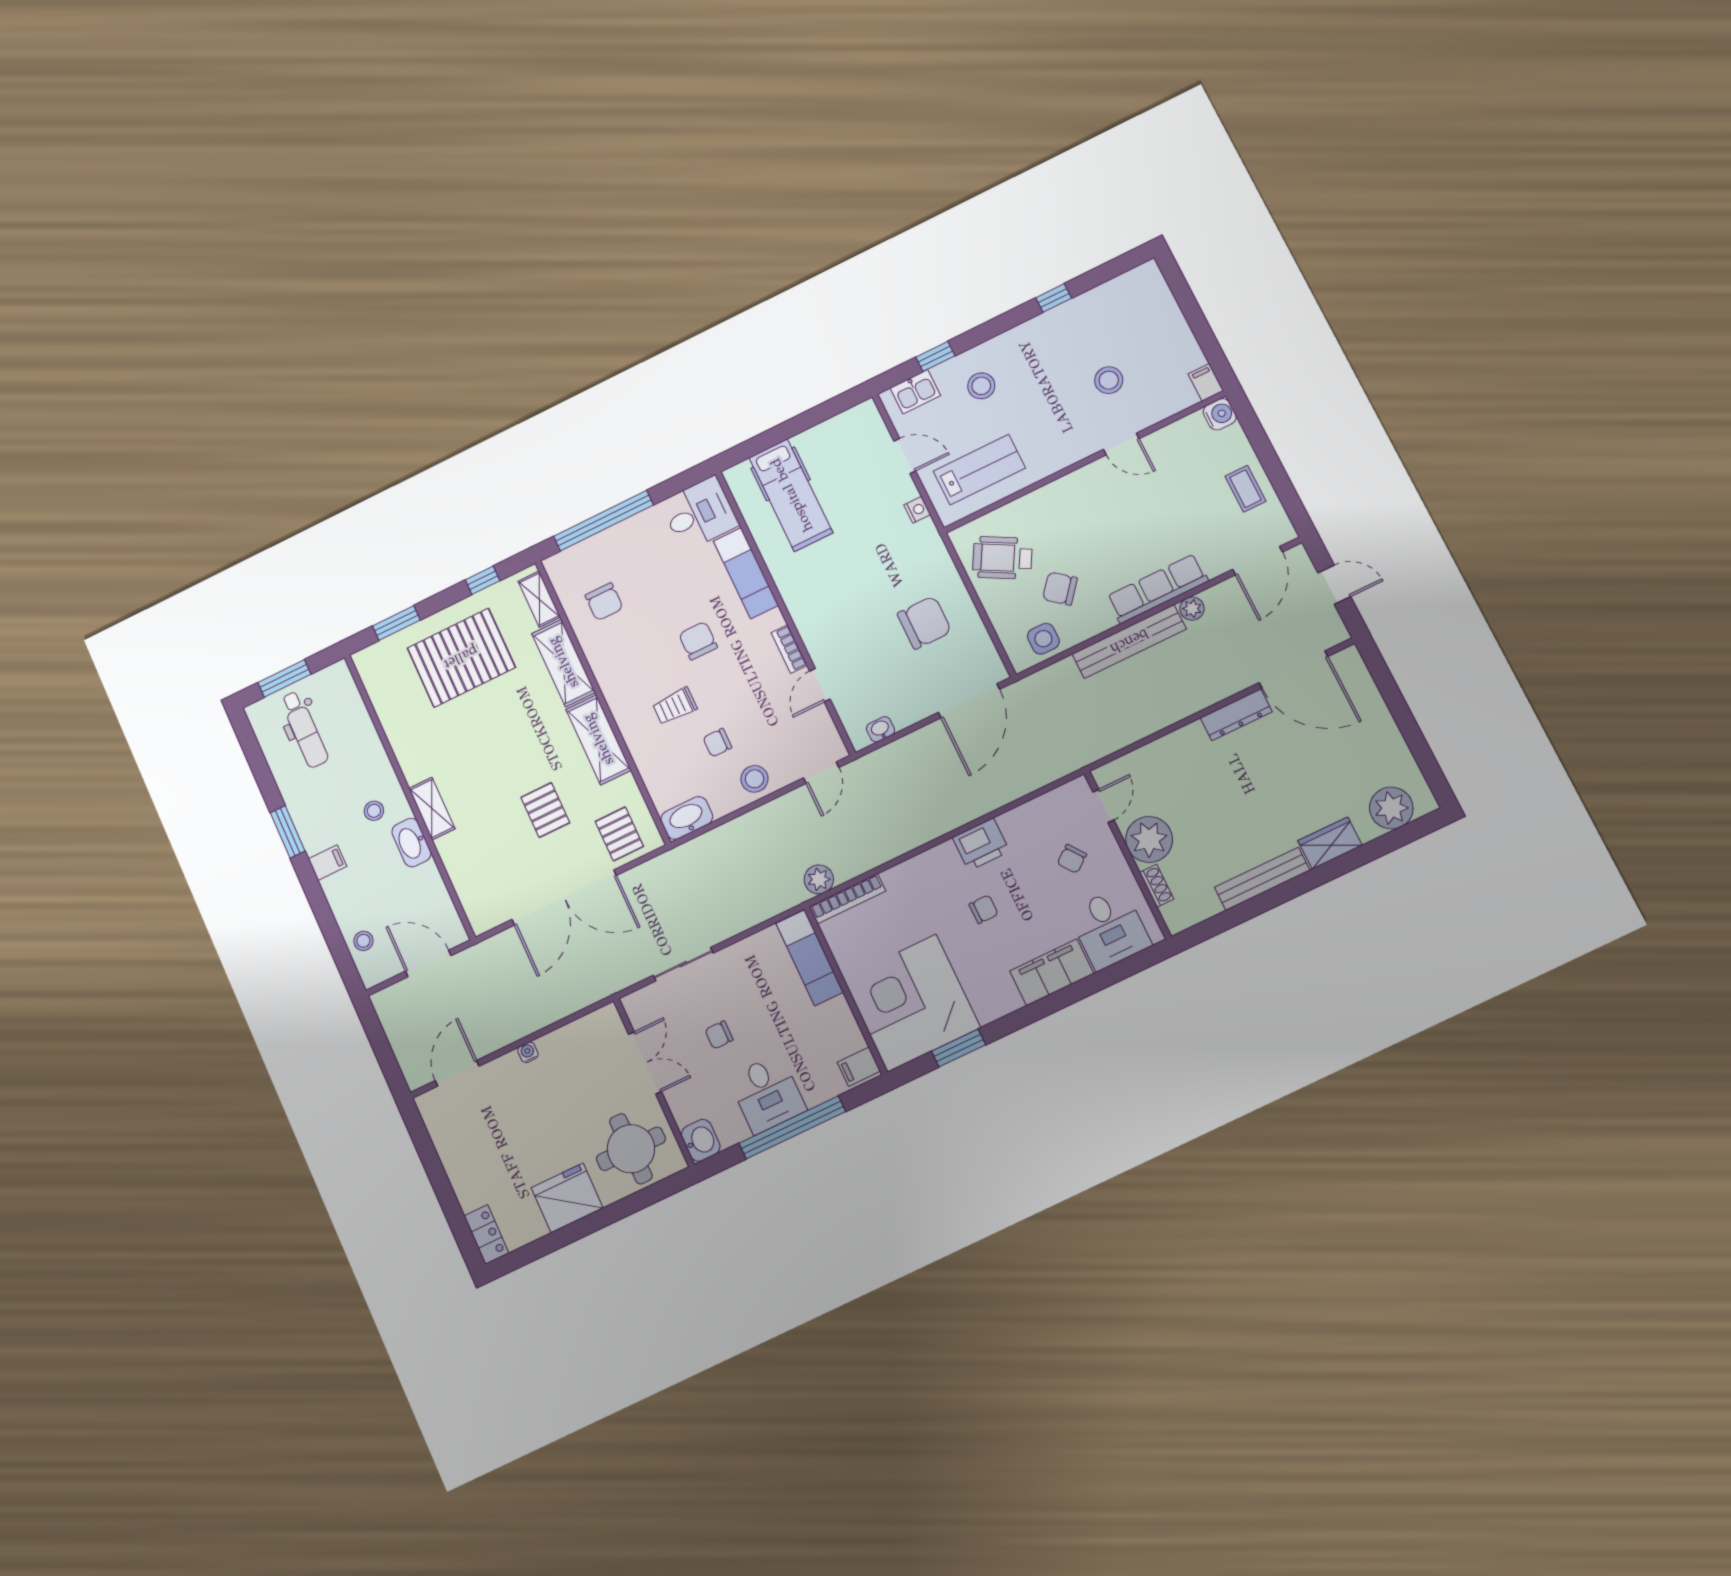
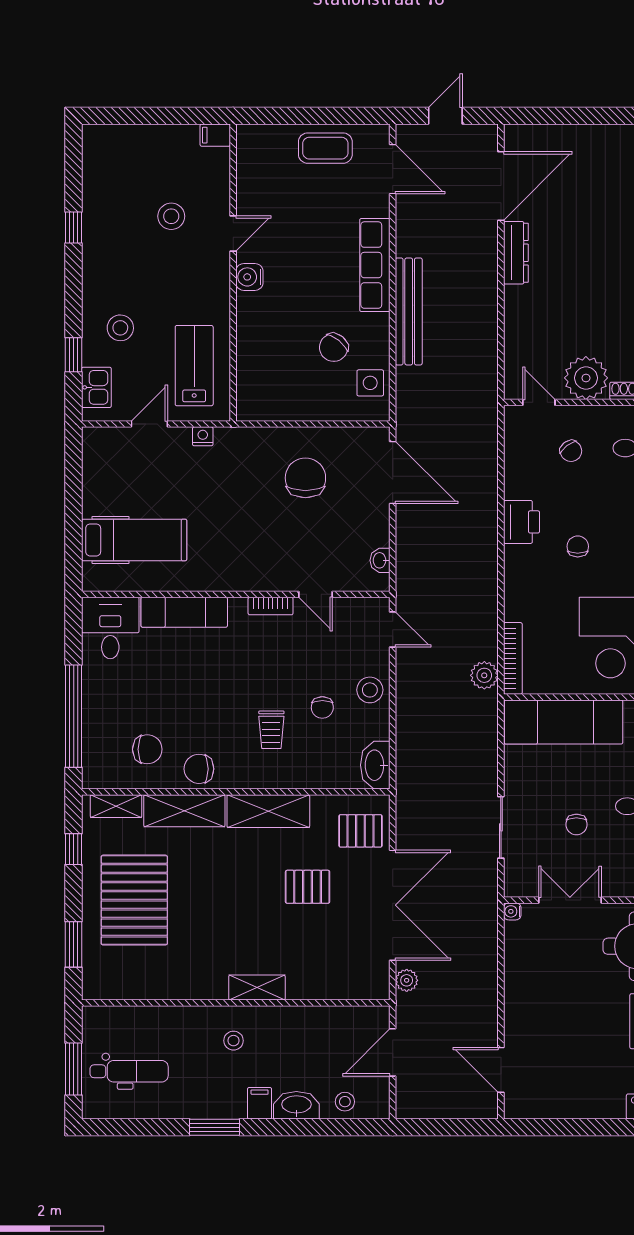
water cooler: (1220, 414) -> (249, 277), moved, turned -90
coffee table: (1245, 489) -> (325, 148), width x1.36, depth x1.30
wheelchair: (1002, 558) -> (282, 384), removed
plant: (1192, 609) -> (407, 980), moved
chair: (698, 641) -> (199, 769), moved
washbasin: (411, 843) -> (296, 1105), moved, turned 180
exam couch: (810, 958) -> (563, 722), width x1.36, depth x1.45
water cooler: (528, 1052) -> (512, 911), moved

